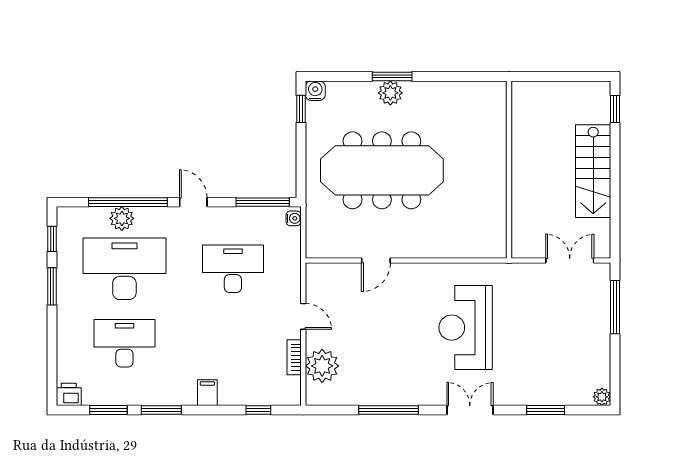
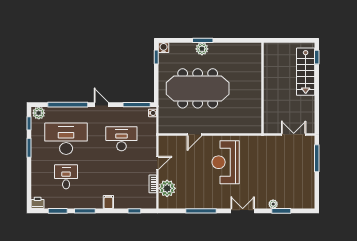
stairs: (593, 171) -> (306, 72), moved
plant: (122, 218) -> (39, 113), moved
door: (303, 316) -> (157, 163), hinge flipped
reception desk: (466, 328) -> (226, 162), moved
desk: (124, 343) -> (66, 177), width x0.73
plant: (602, 397) -> (273, 204), moved

